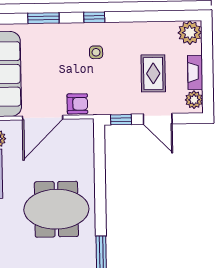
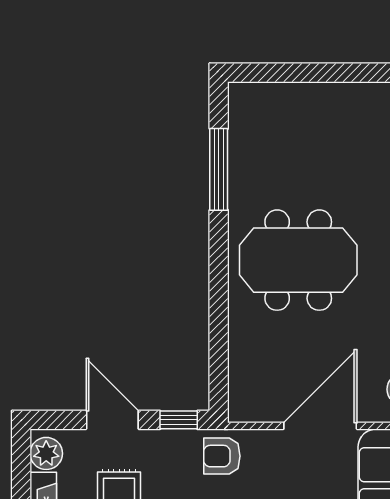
armchair: (77, 104) -> (222, 456), moved

